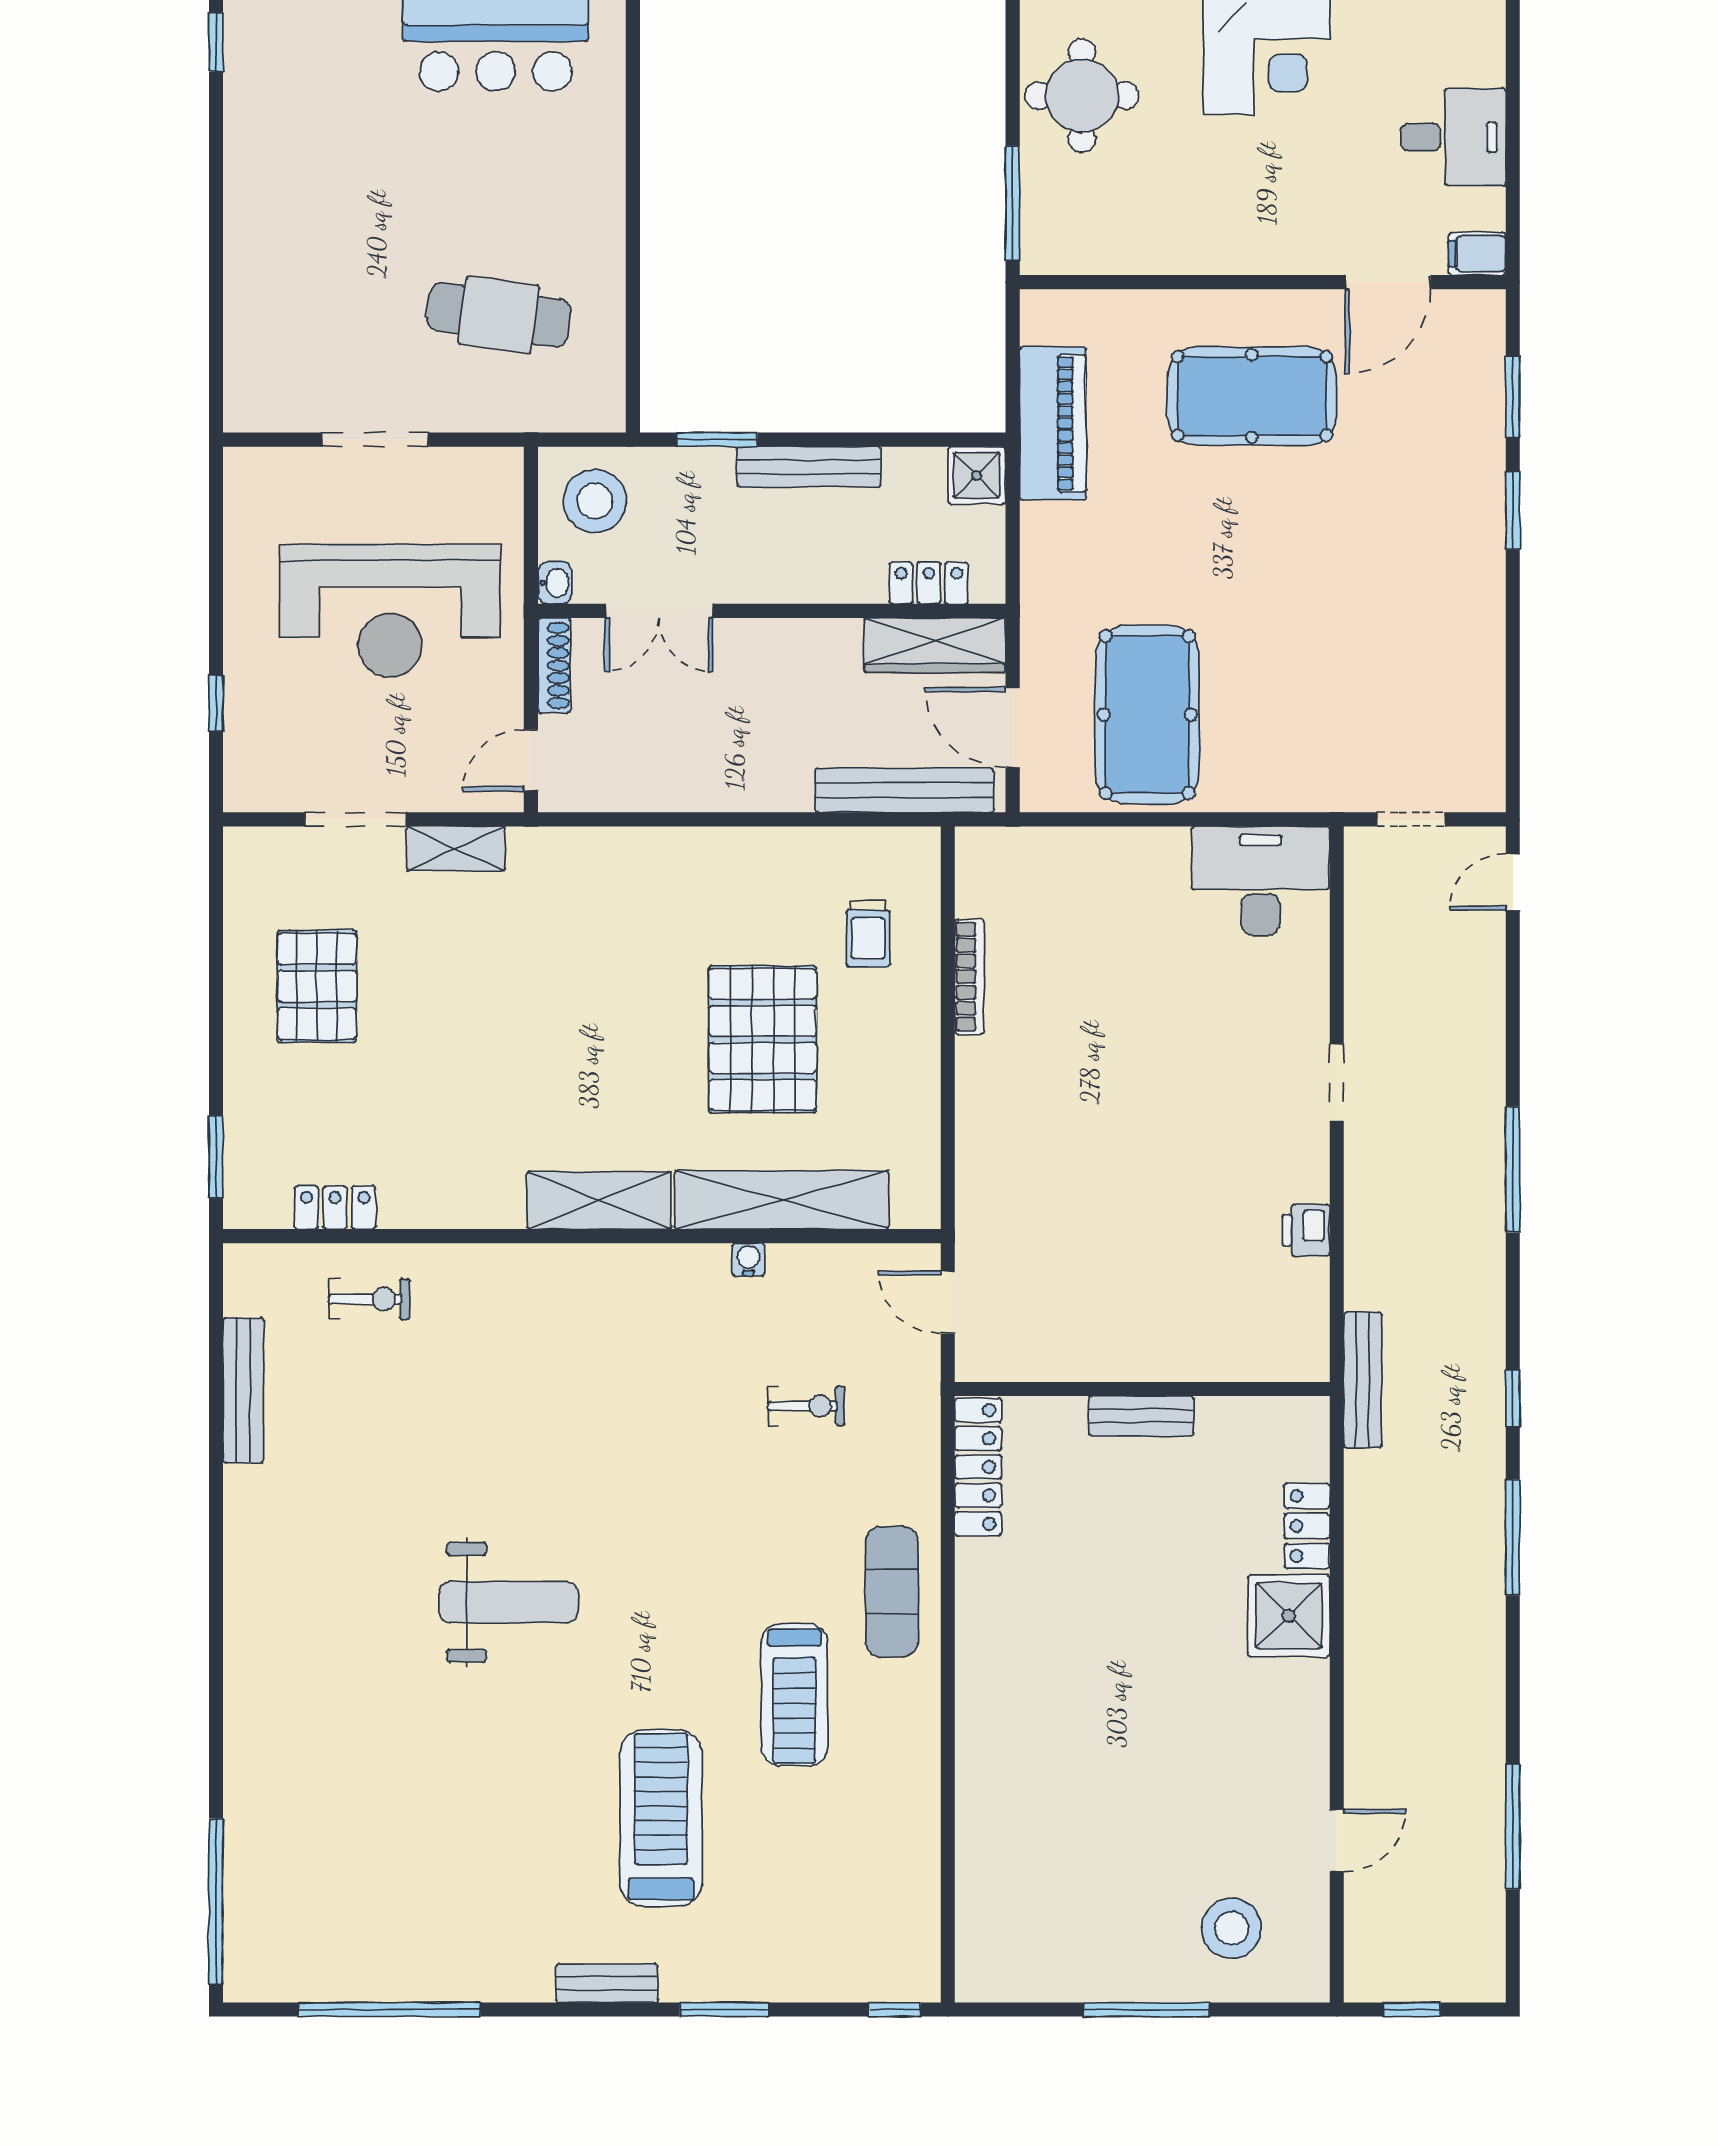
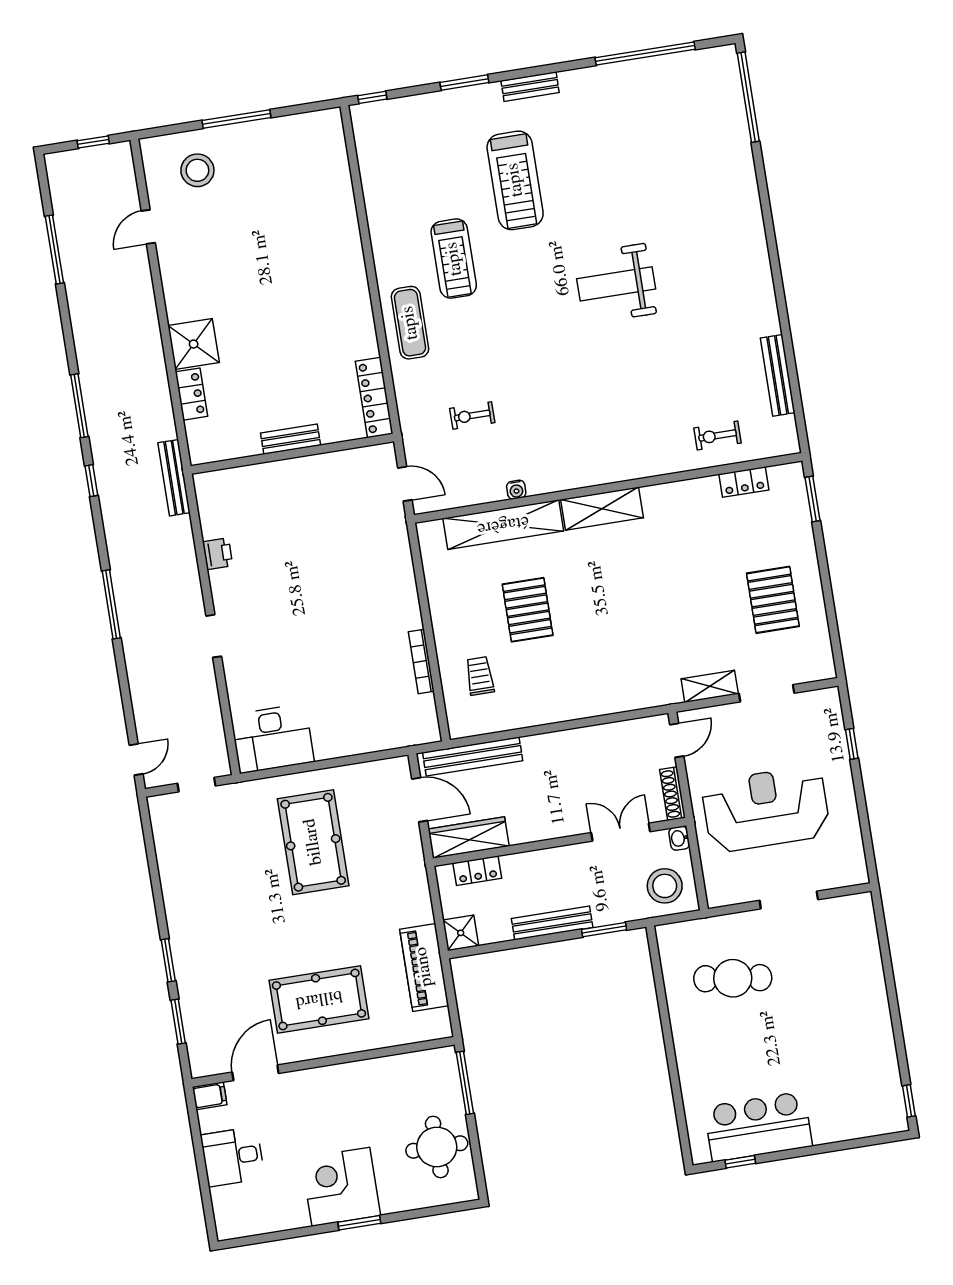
pool table: (1147, 715) -> (313, 842), moved
pallet: (763, 1039) -> (528, 610), width x0.73, depth x0.71
treadmill: (794, 1695) -> (454, 259), turned 180

